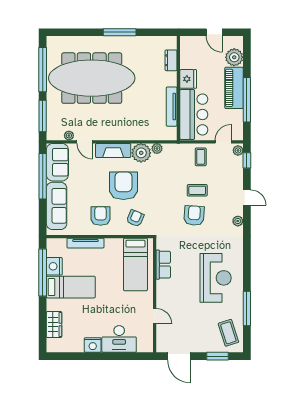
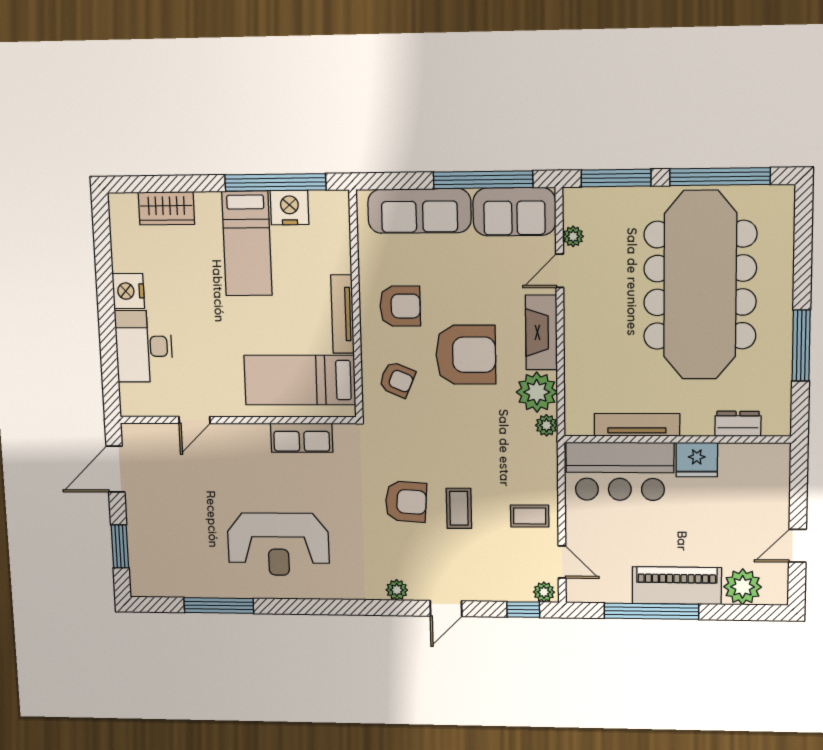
dresser: (171, 60) -> (738, 424), moved
fridge: (188, 79) -> (697, 460), moved
wall: (178, 88) -> (677, 439), moved
tv unit: (172, 107) -> (637, 425), moved
bar counter: (194, 114) -> (620, 471), moved
tv unit: (85, 243) -> (343, 314), moved
coffee table: (228, 333) -> (168, 569), removed

